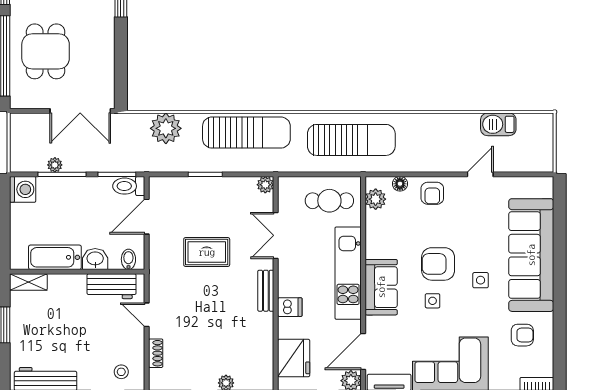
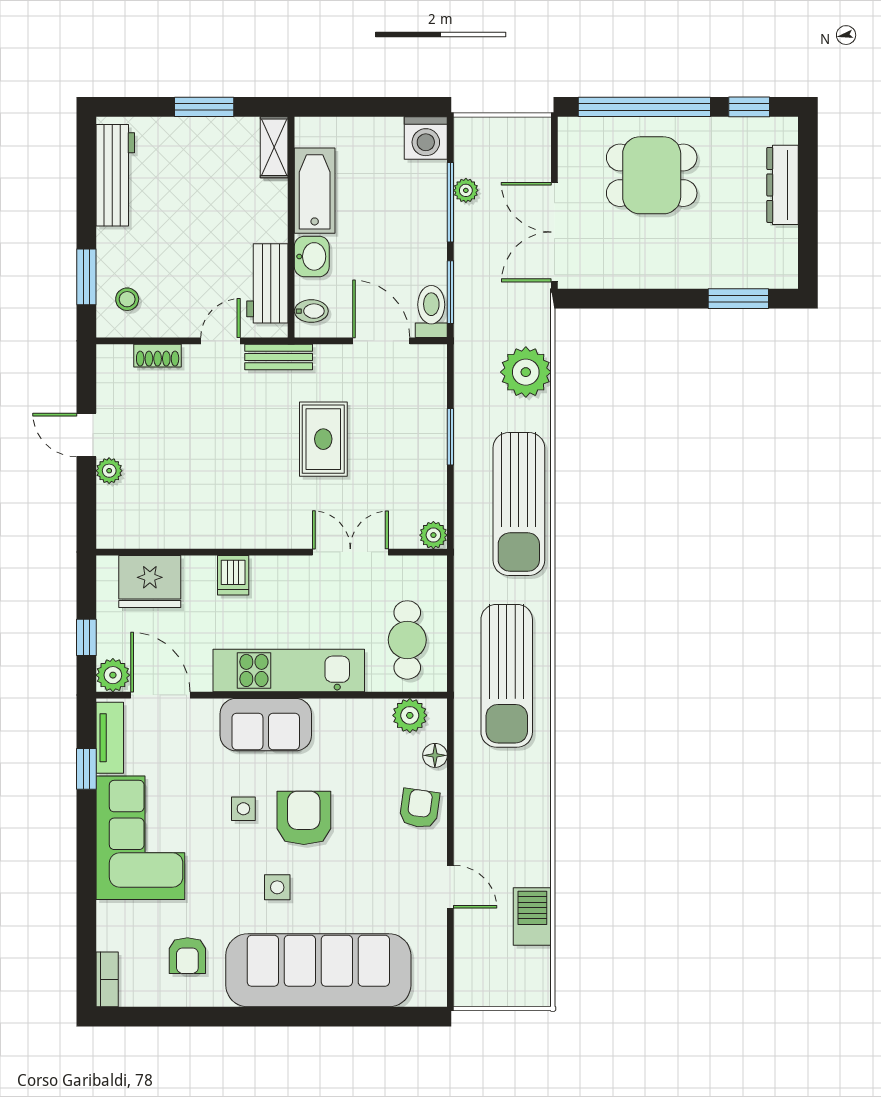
armchair: (432, 193) -> (419, 808), turned 98
bench: (266, 291) -> (279, 357), moved

